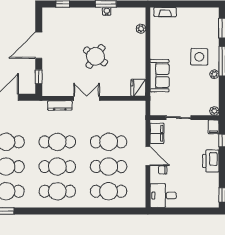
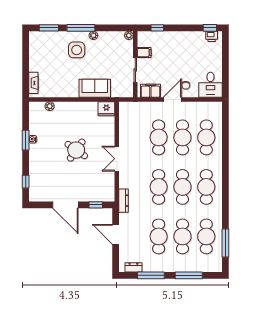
dresser: (60, 105) -> (124, 201), moved
filing cabinet: (214, 127) -> (144, 53), moved
printer: (211, 161) -> (212, 36), moved, width x0.53, depth x0.68

